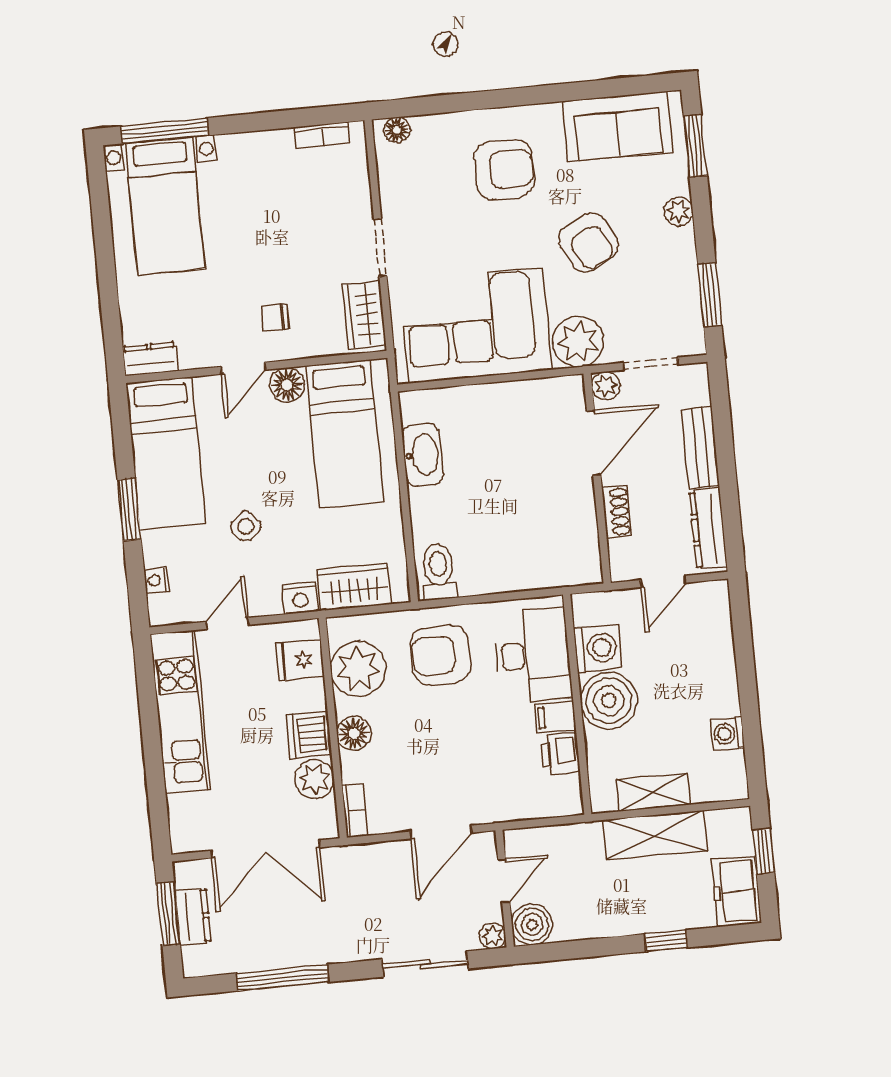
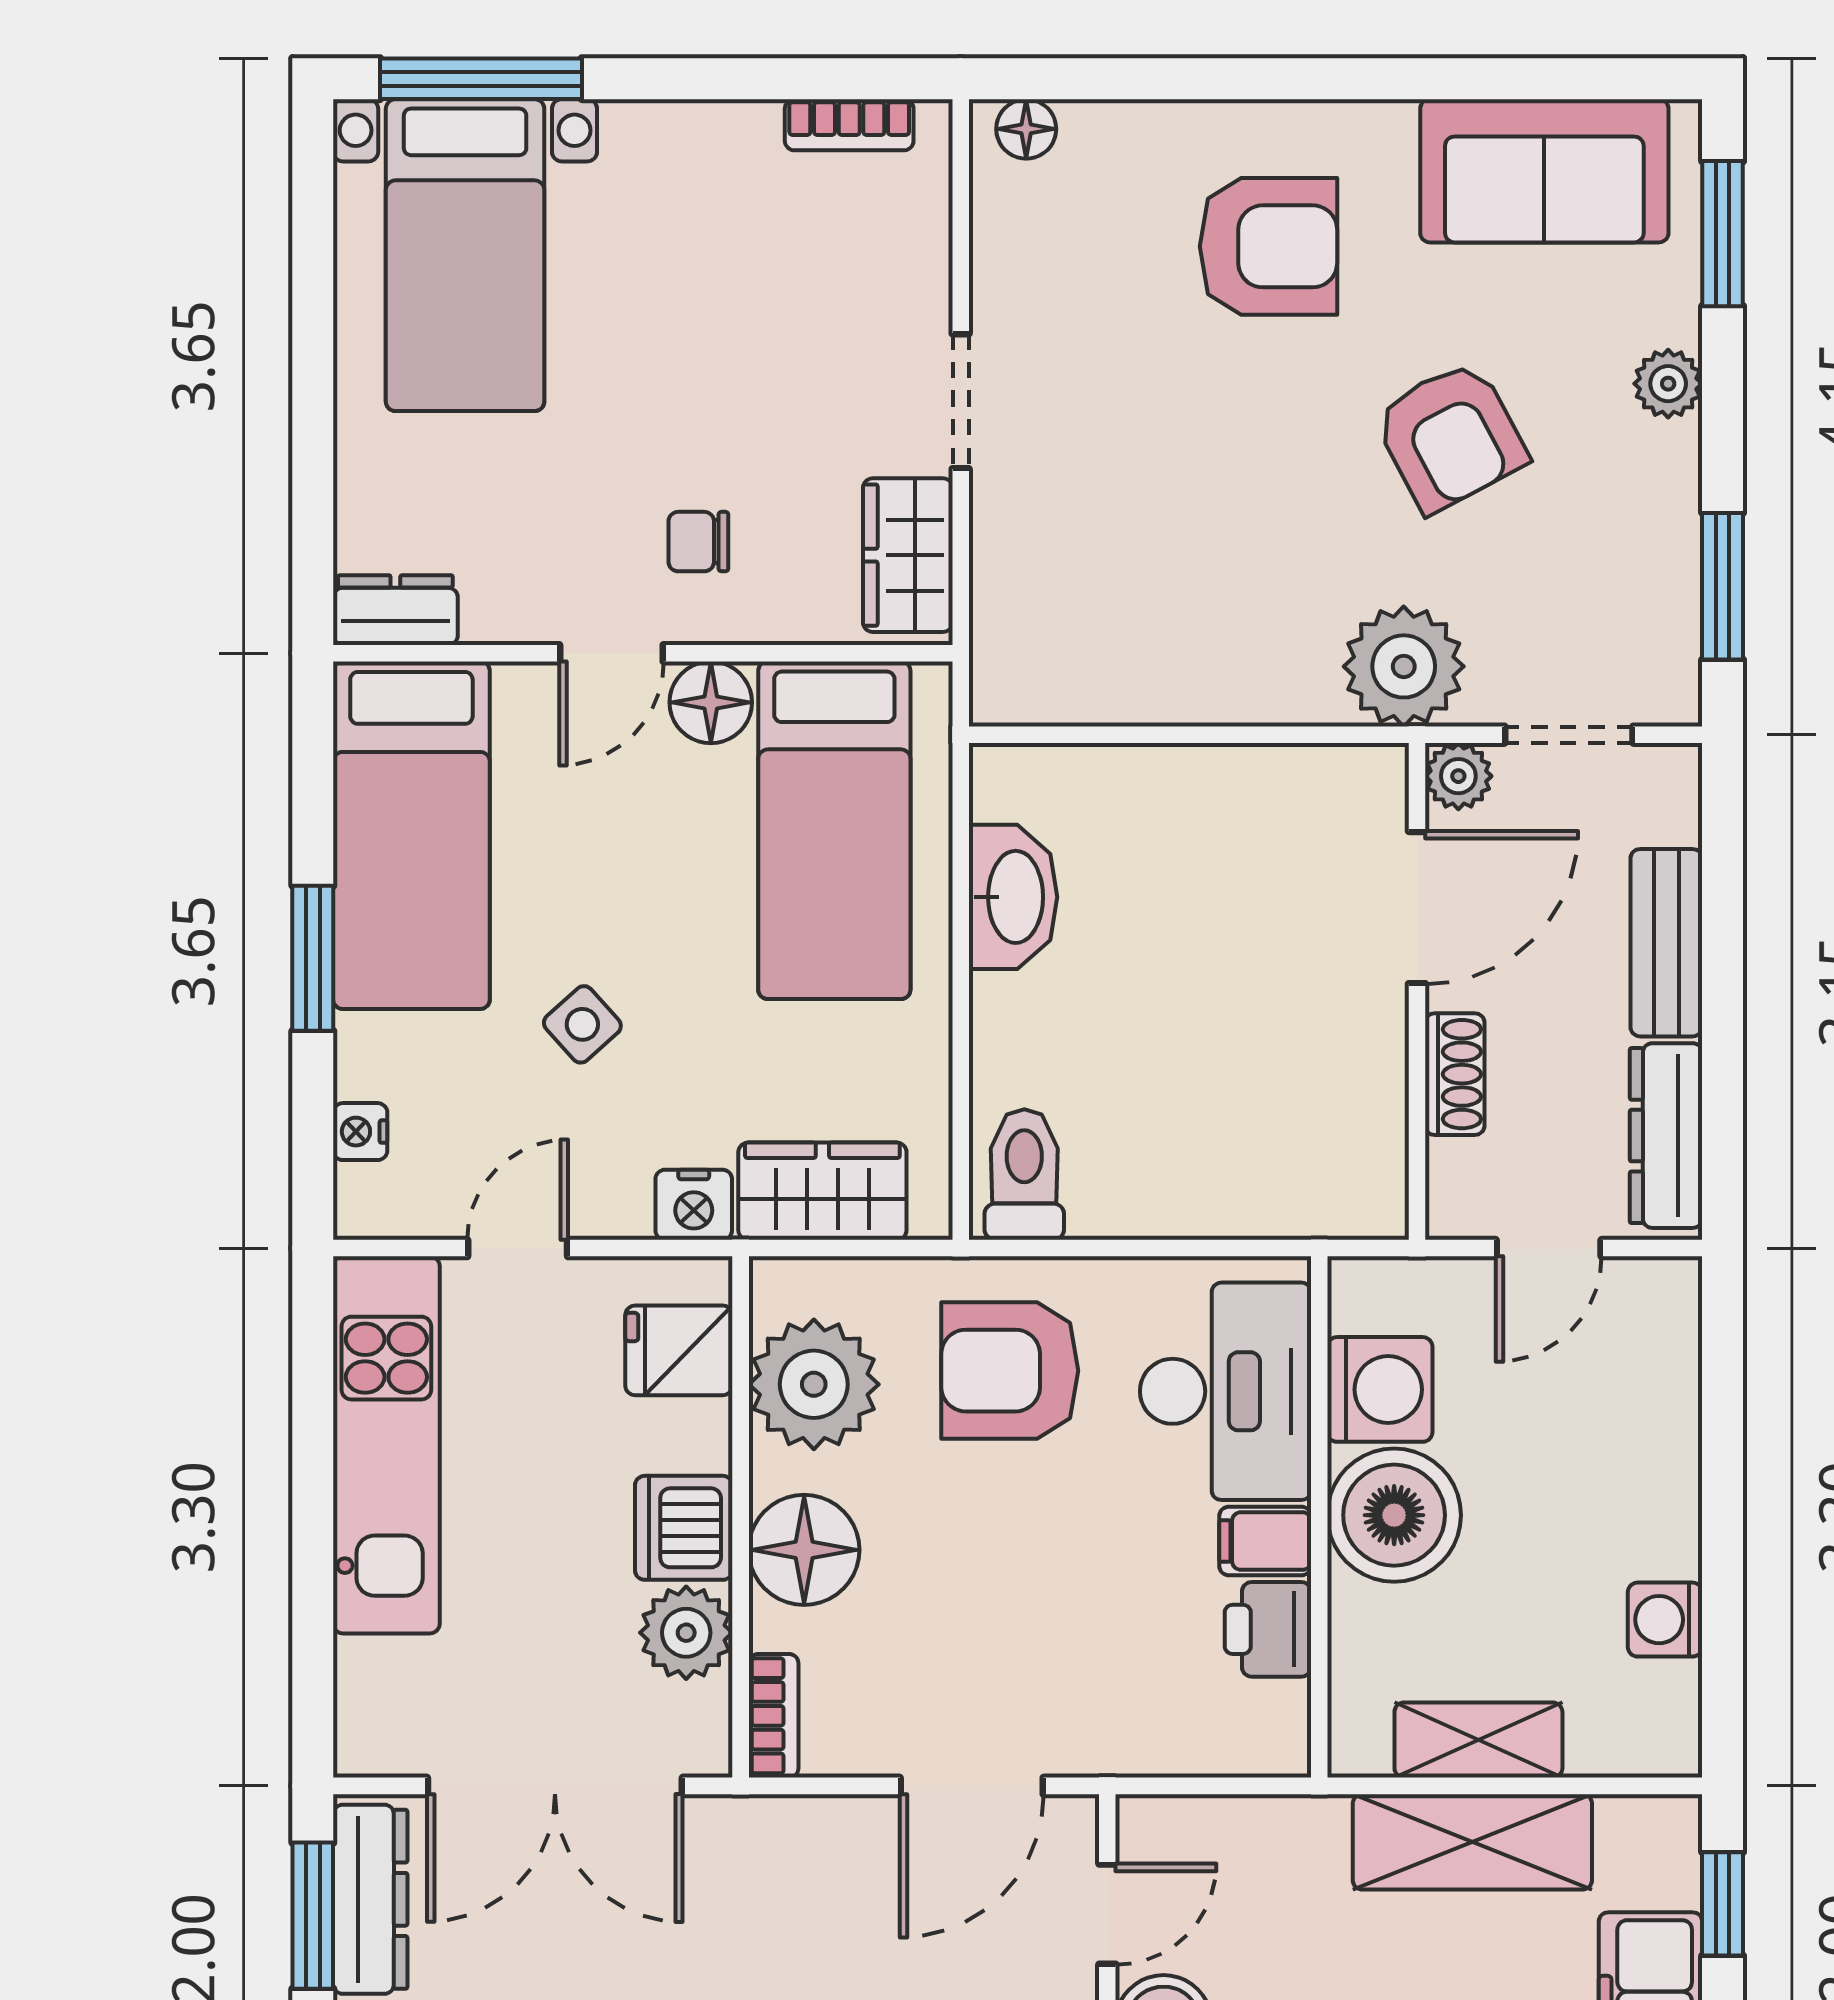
corner sofa: (476, 325) -> (1167, 605), removed
floor lamp: (354, 733) -> (804, 1550), width x1.38, depth x1.38
dresser: (193, 917) -> (370, 1899), width x1.44

